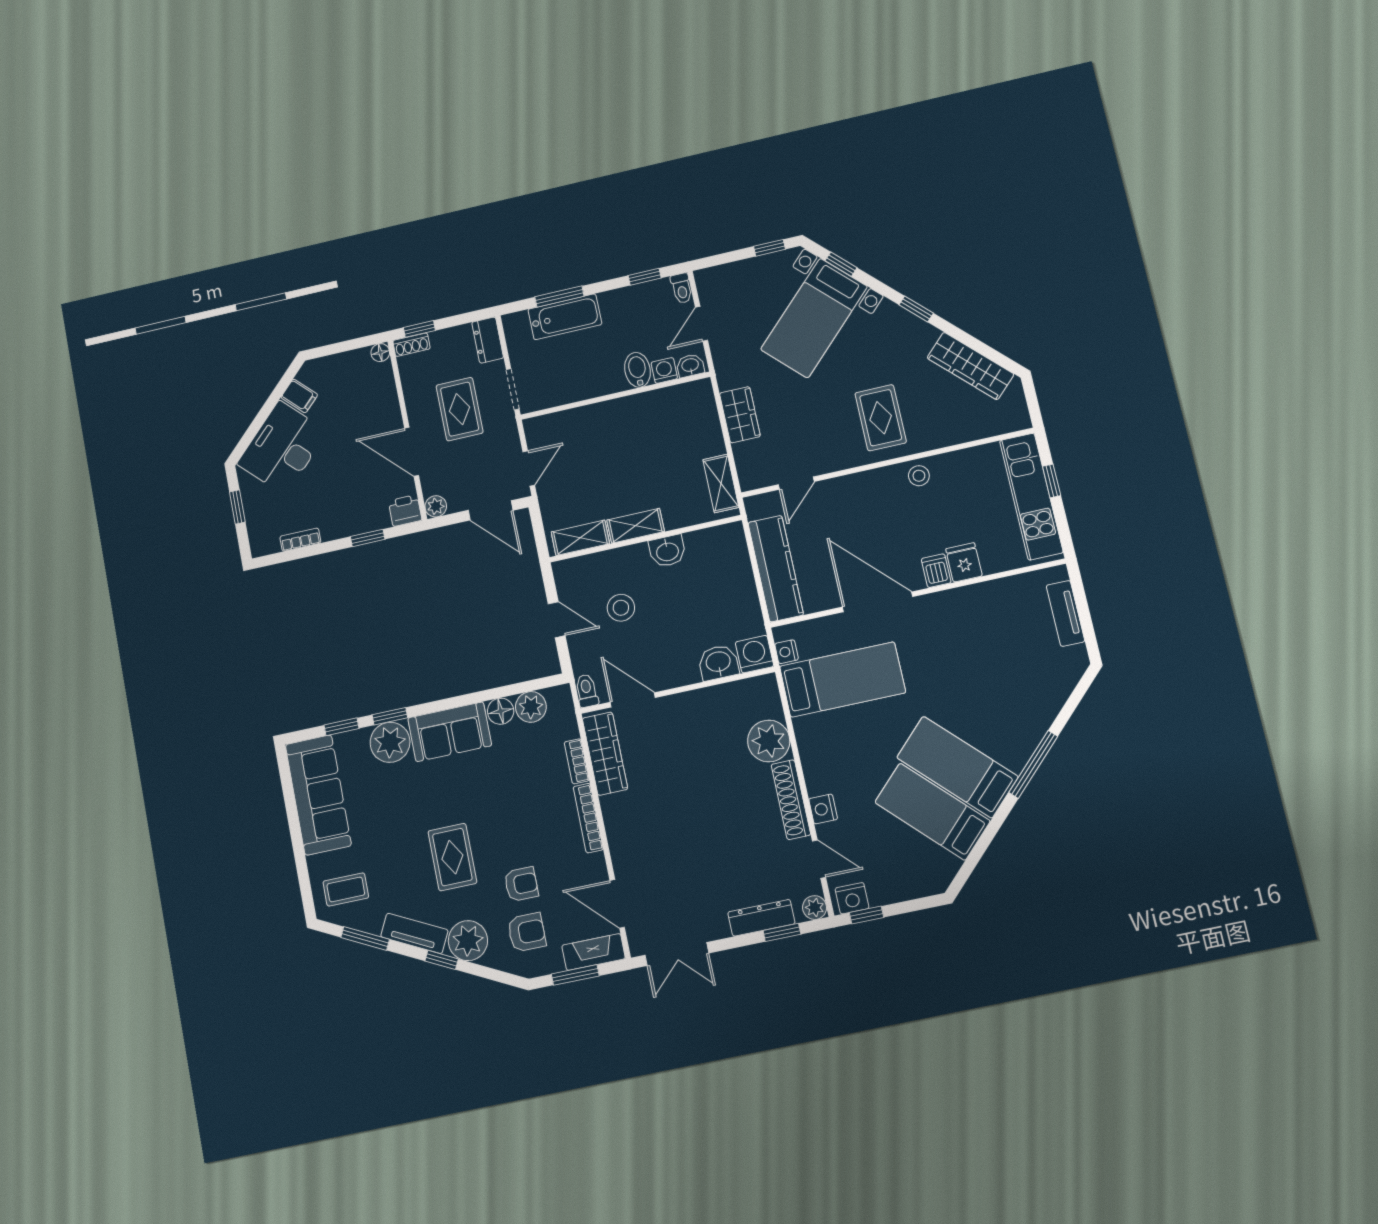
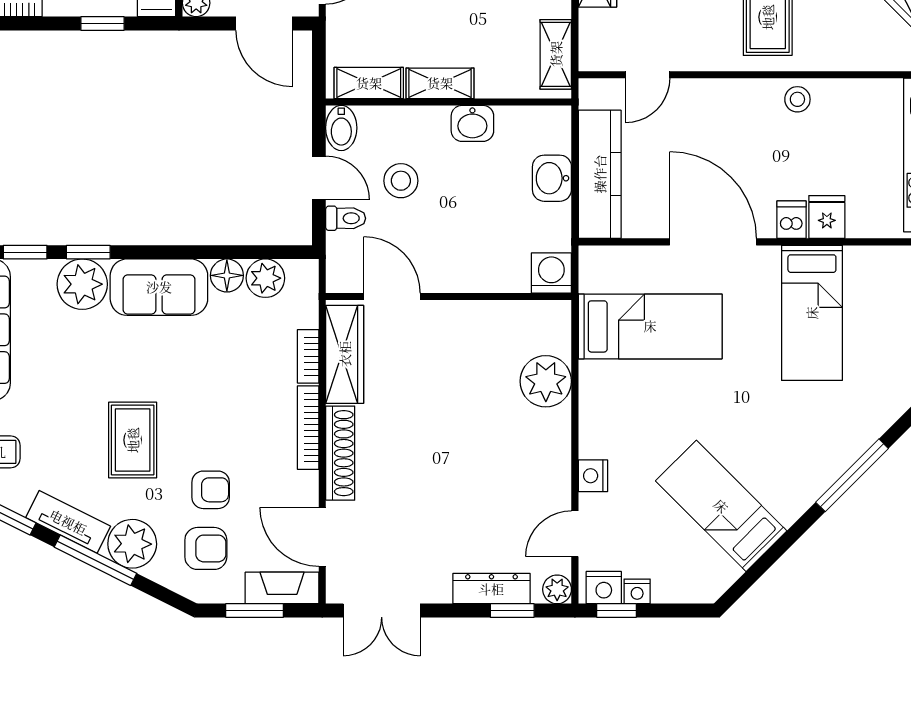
bidet: (566, 577) -> (341, 128), added
nightstand: (787, 652) -> (637, 591), moved, turned -90
washbasin: (718, 663) -> (552, 178), moved, turned -90
toilet: (587, 691) -> (346, 218), moved, turned 90
bed: (957, 767) -> (812, 313), moved, turned -135
shoe rack: (791, 800) -> (340, 453), moved, turned 180
door: (819, 859) -> (575, 534), swing flipped
window: (442, 960) -> (95, 560), width x2.17

